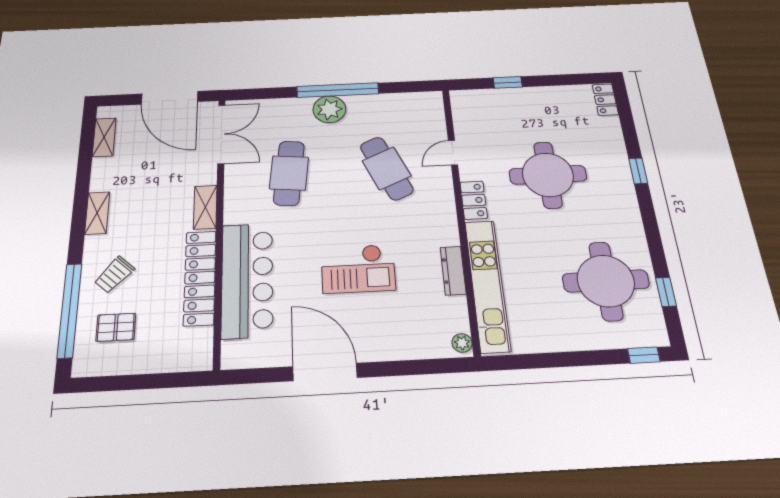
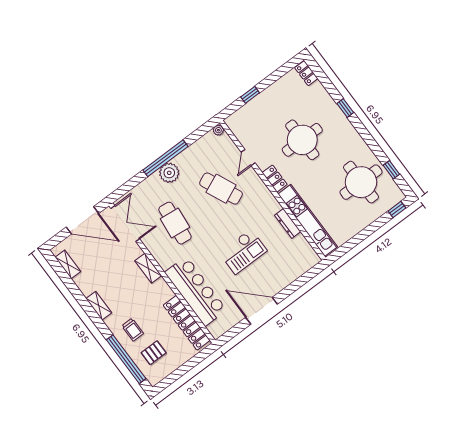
trolley: (114, 275) -> (133, 330), turned -42
locker: (200, 278) -> (187, 323), moved
plant: (462, 343) -> (218, 130), moved

